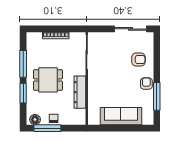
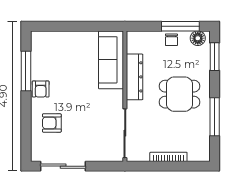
window: (23, 93) -> (215, 57), moved
sofa: (121, 116) -> (111, 60), moved, turned 90

